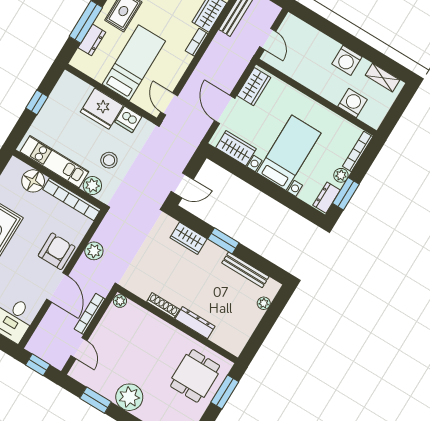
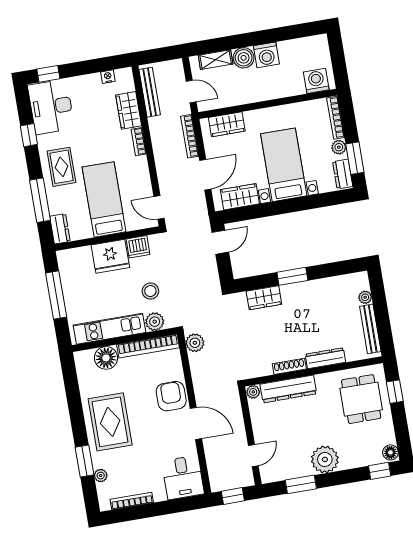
dresser: (92, 40) -> (60, 229), moved
boiler: (328, 48) -> (244, 58), added
shelving: (383, 78) -> (216, 60), moved
wardrobe: (254, 87) -> (227, 124), moved, turned 90
window: (37, 102) -> (56, 295), width x2.17
washing machine: (353, 103) -> (316, 81), moved
door: (225, 110) -> (205, 175), swing flipped
door: (182, 185) -> (220, 242), moved
plant: (94, 251) -> (195, 343), moved
bench: (245, 270) -> (370, 329), moved, turned 90
bookcase: (90, 314) -> (190, 136), moved
dresser: (148, 321) -> (288, 389), added
door: (79, 348) -> (253, 456), hinge flipped
window: (225, 392) -> (395, 392), width x0.67

